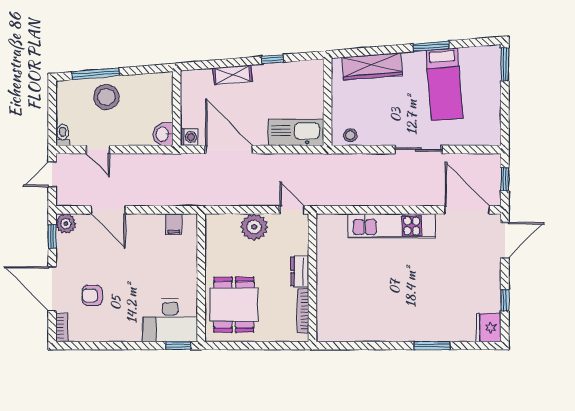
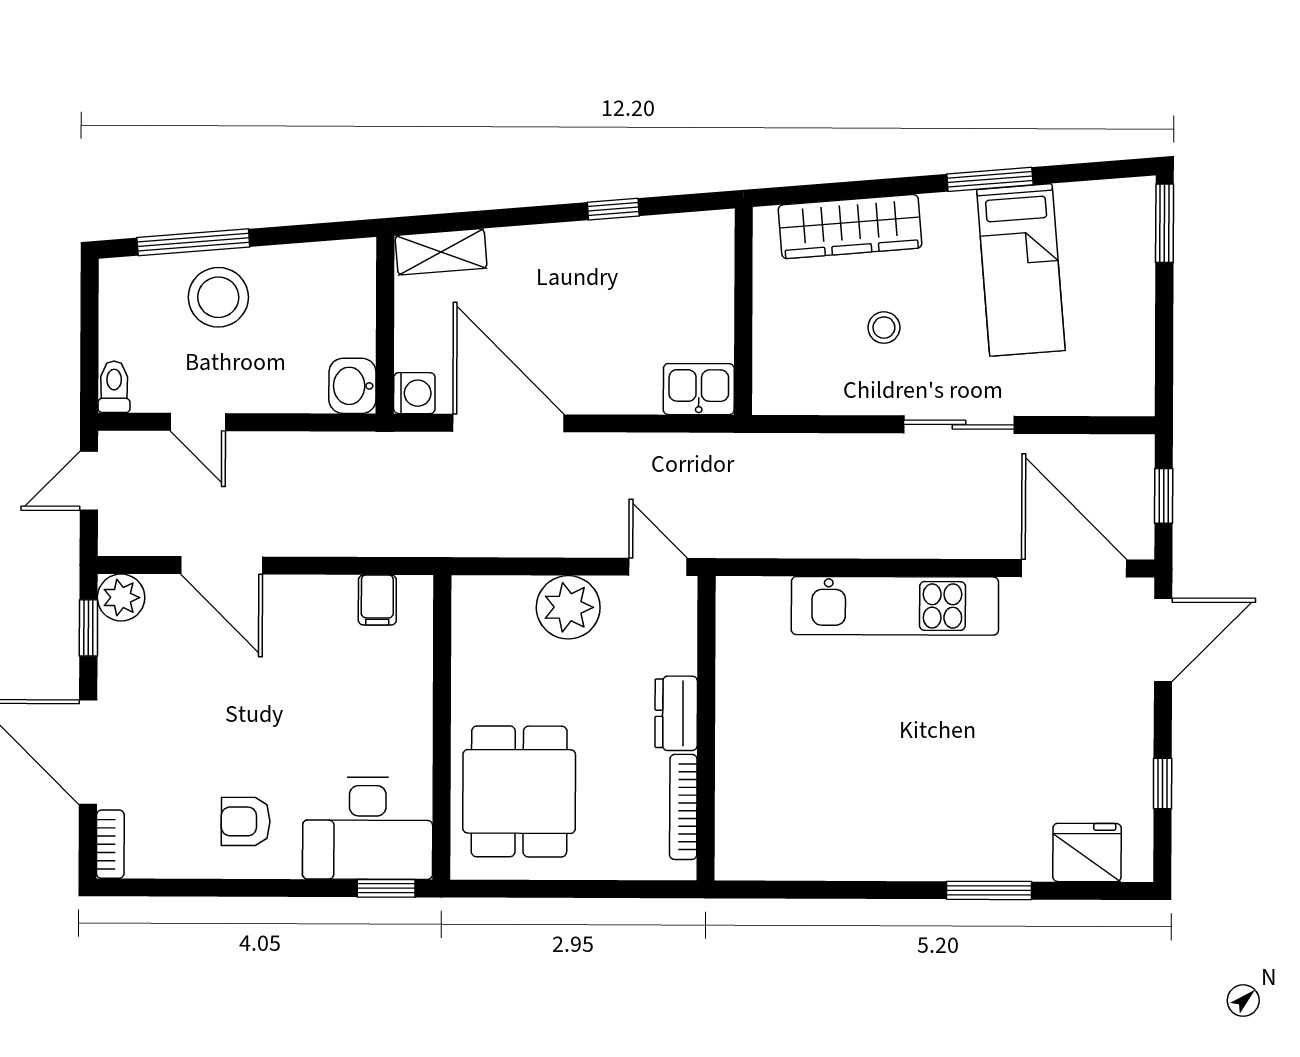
shelving: (233, 75) -> (441, 252), moved
kitchen sink: (296, 132) -> (699, 389), width x0.53, depth x0.81
stool: (350, 135) -> (884, 328), moved
armchair: (92, 295) -> (246, 821), moved
fridge: (489, 328) -> (1087, 853), moved, turned 90

